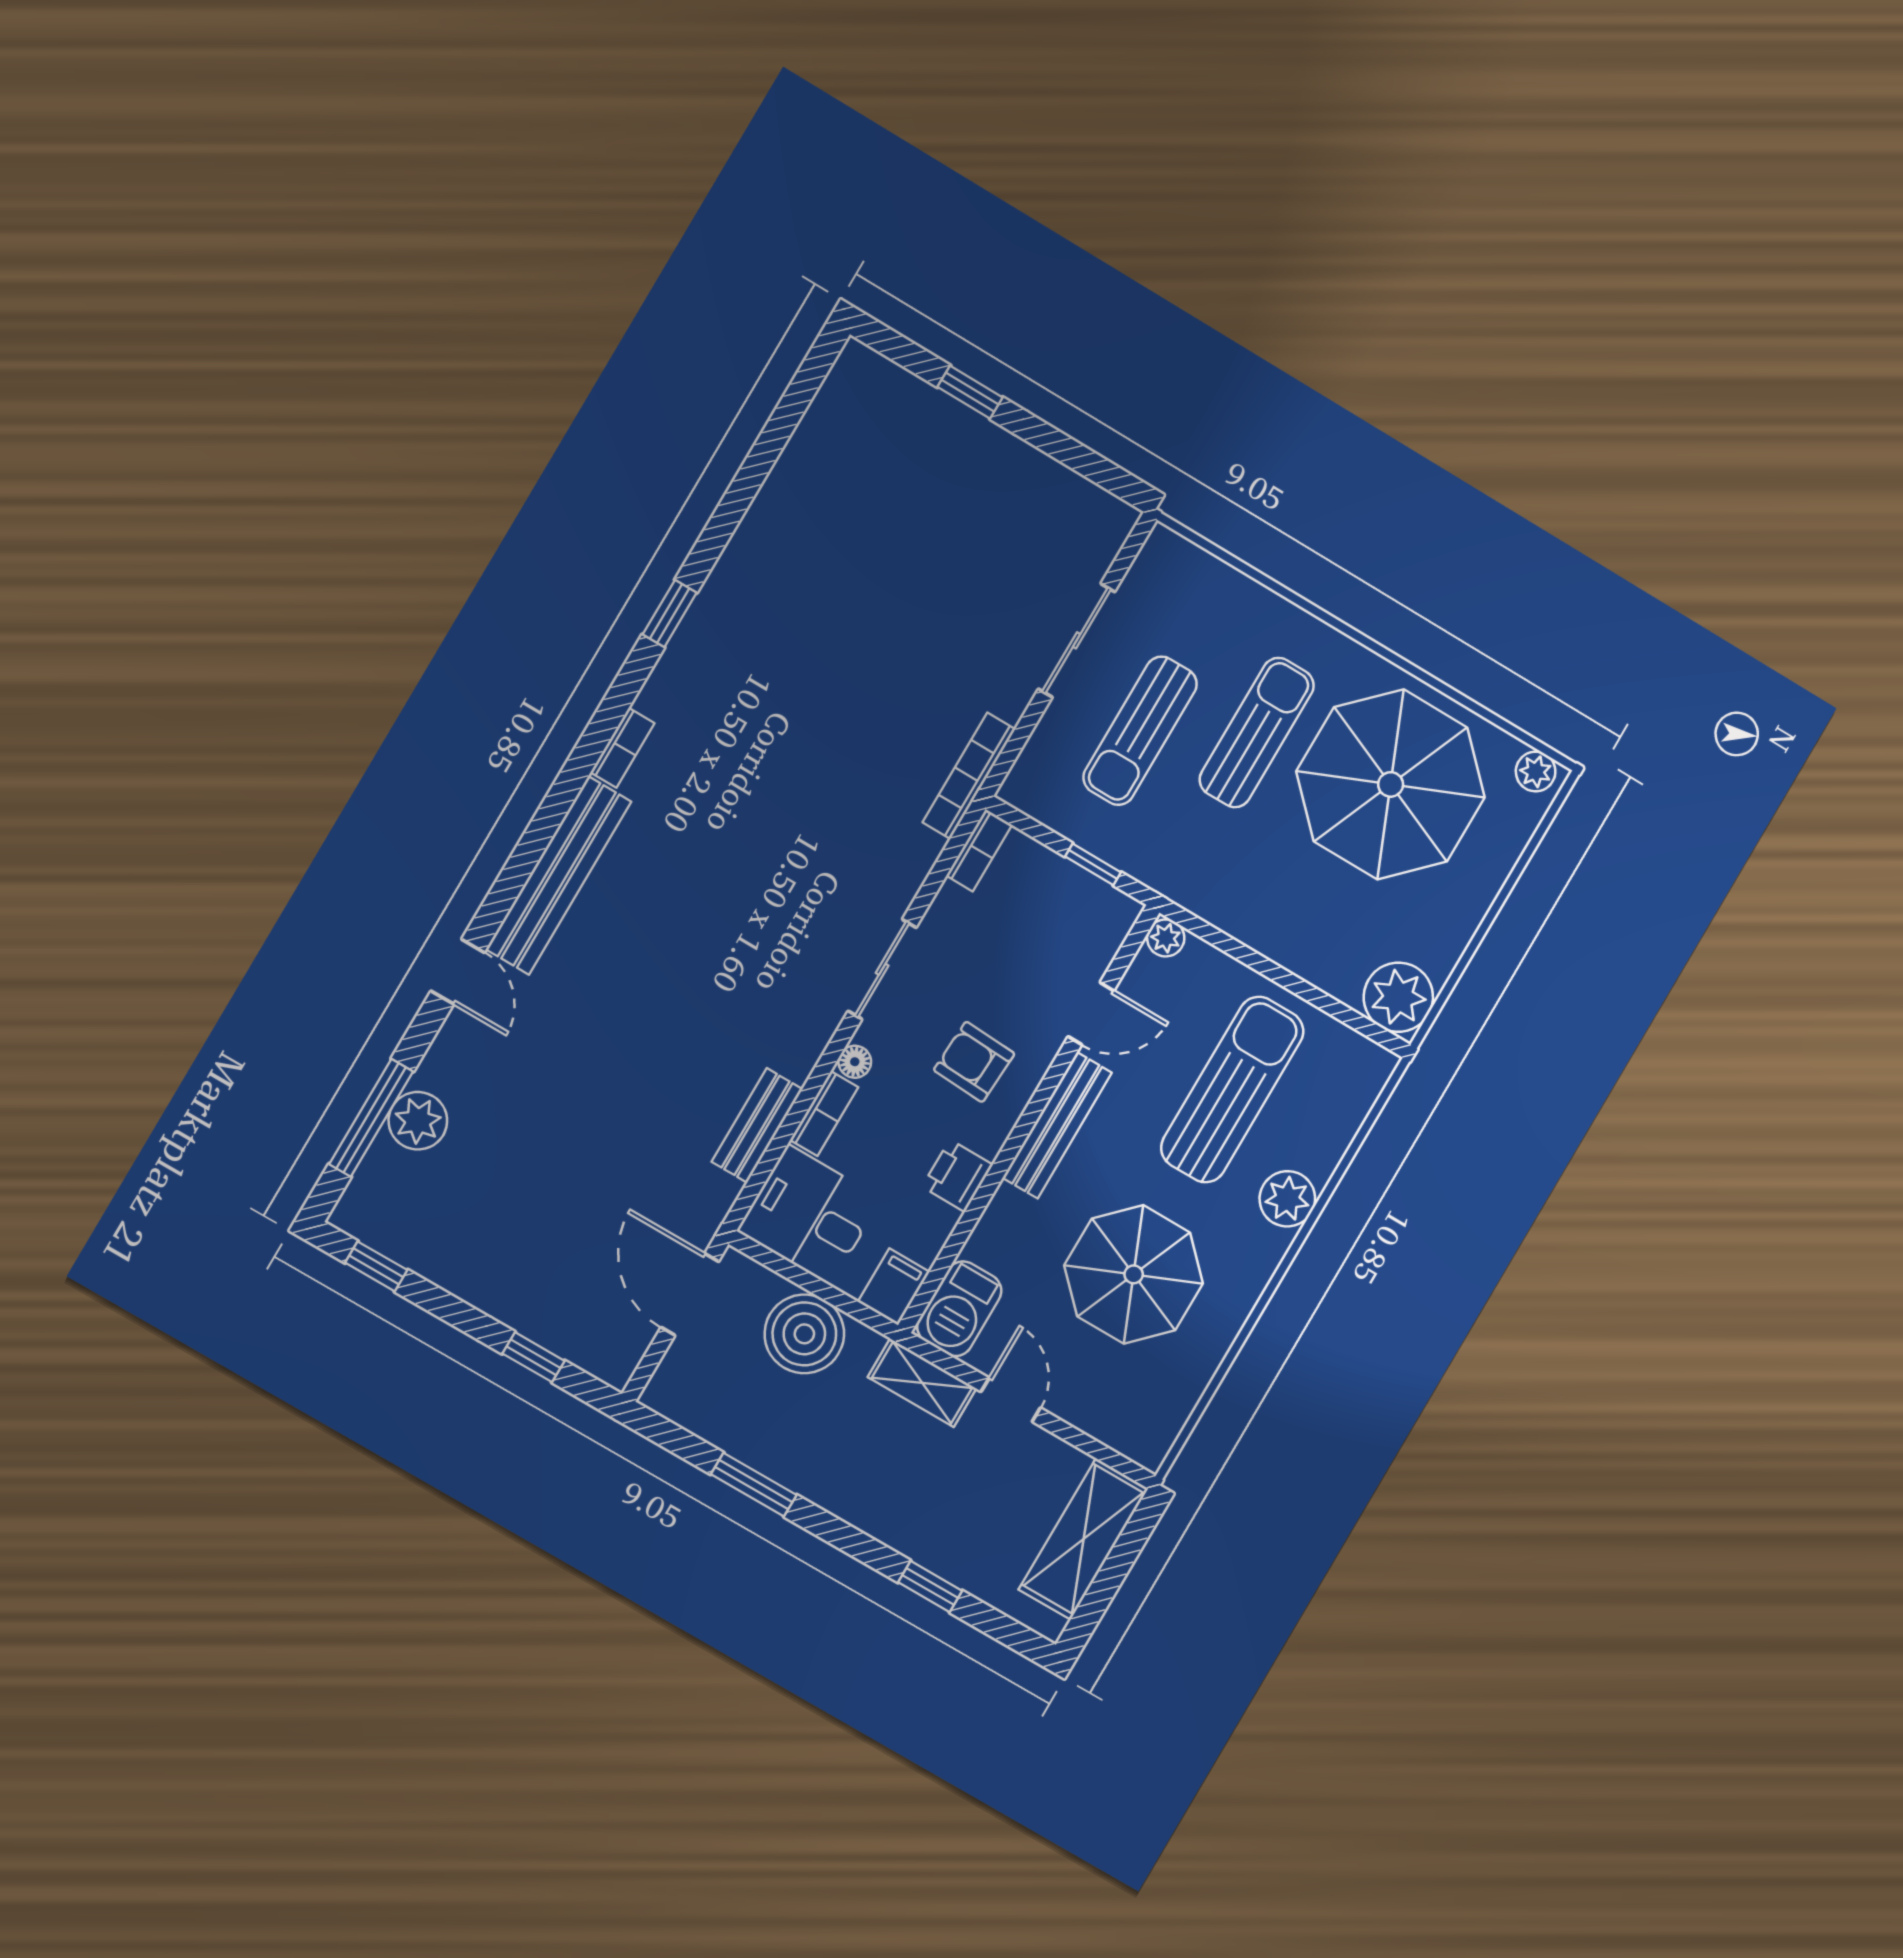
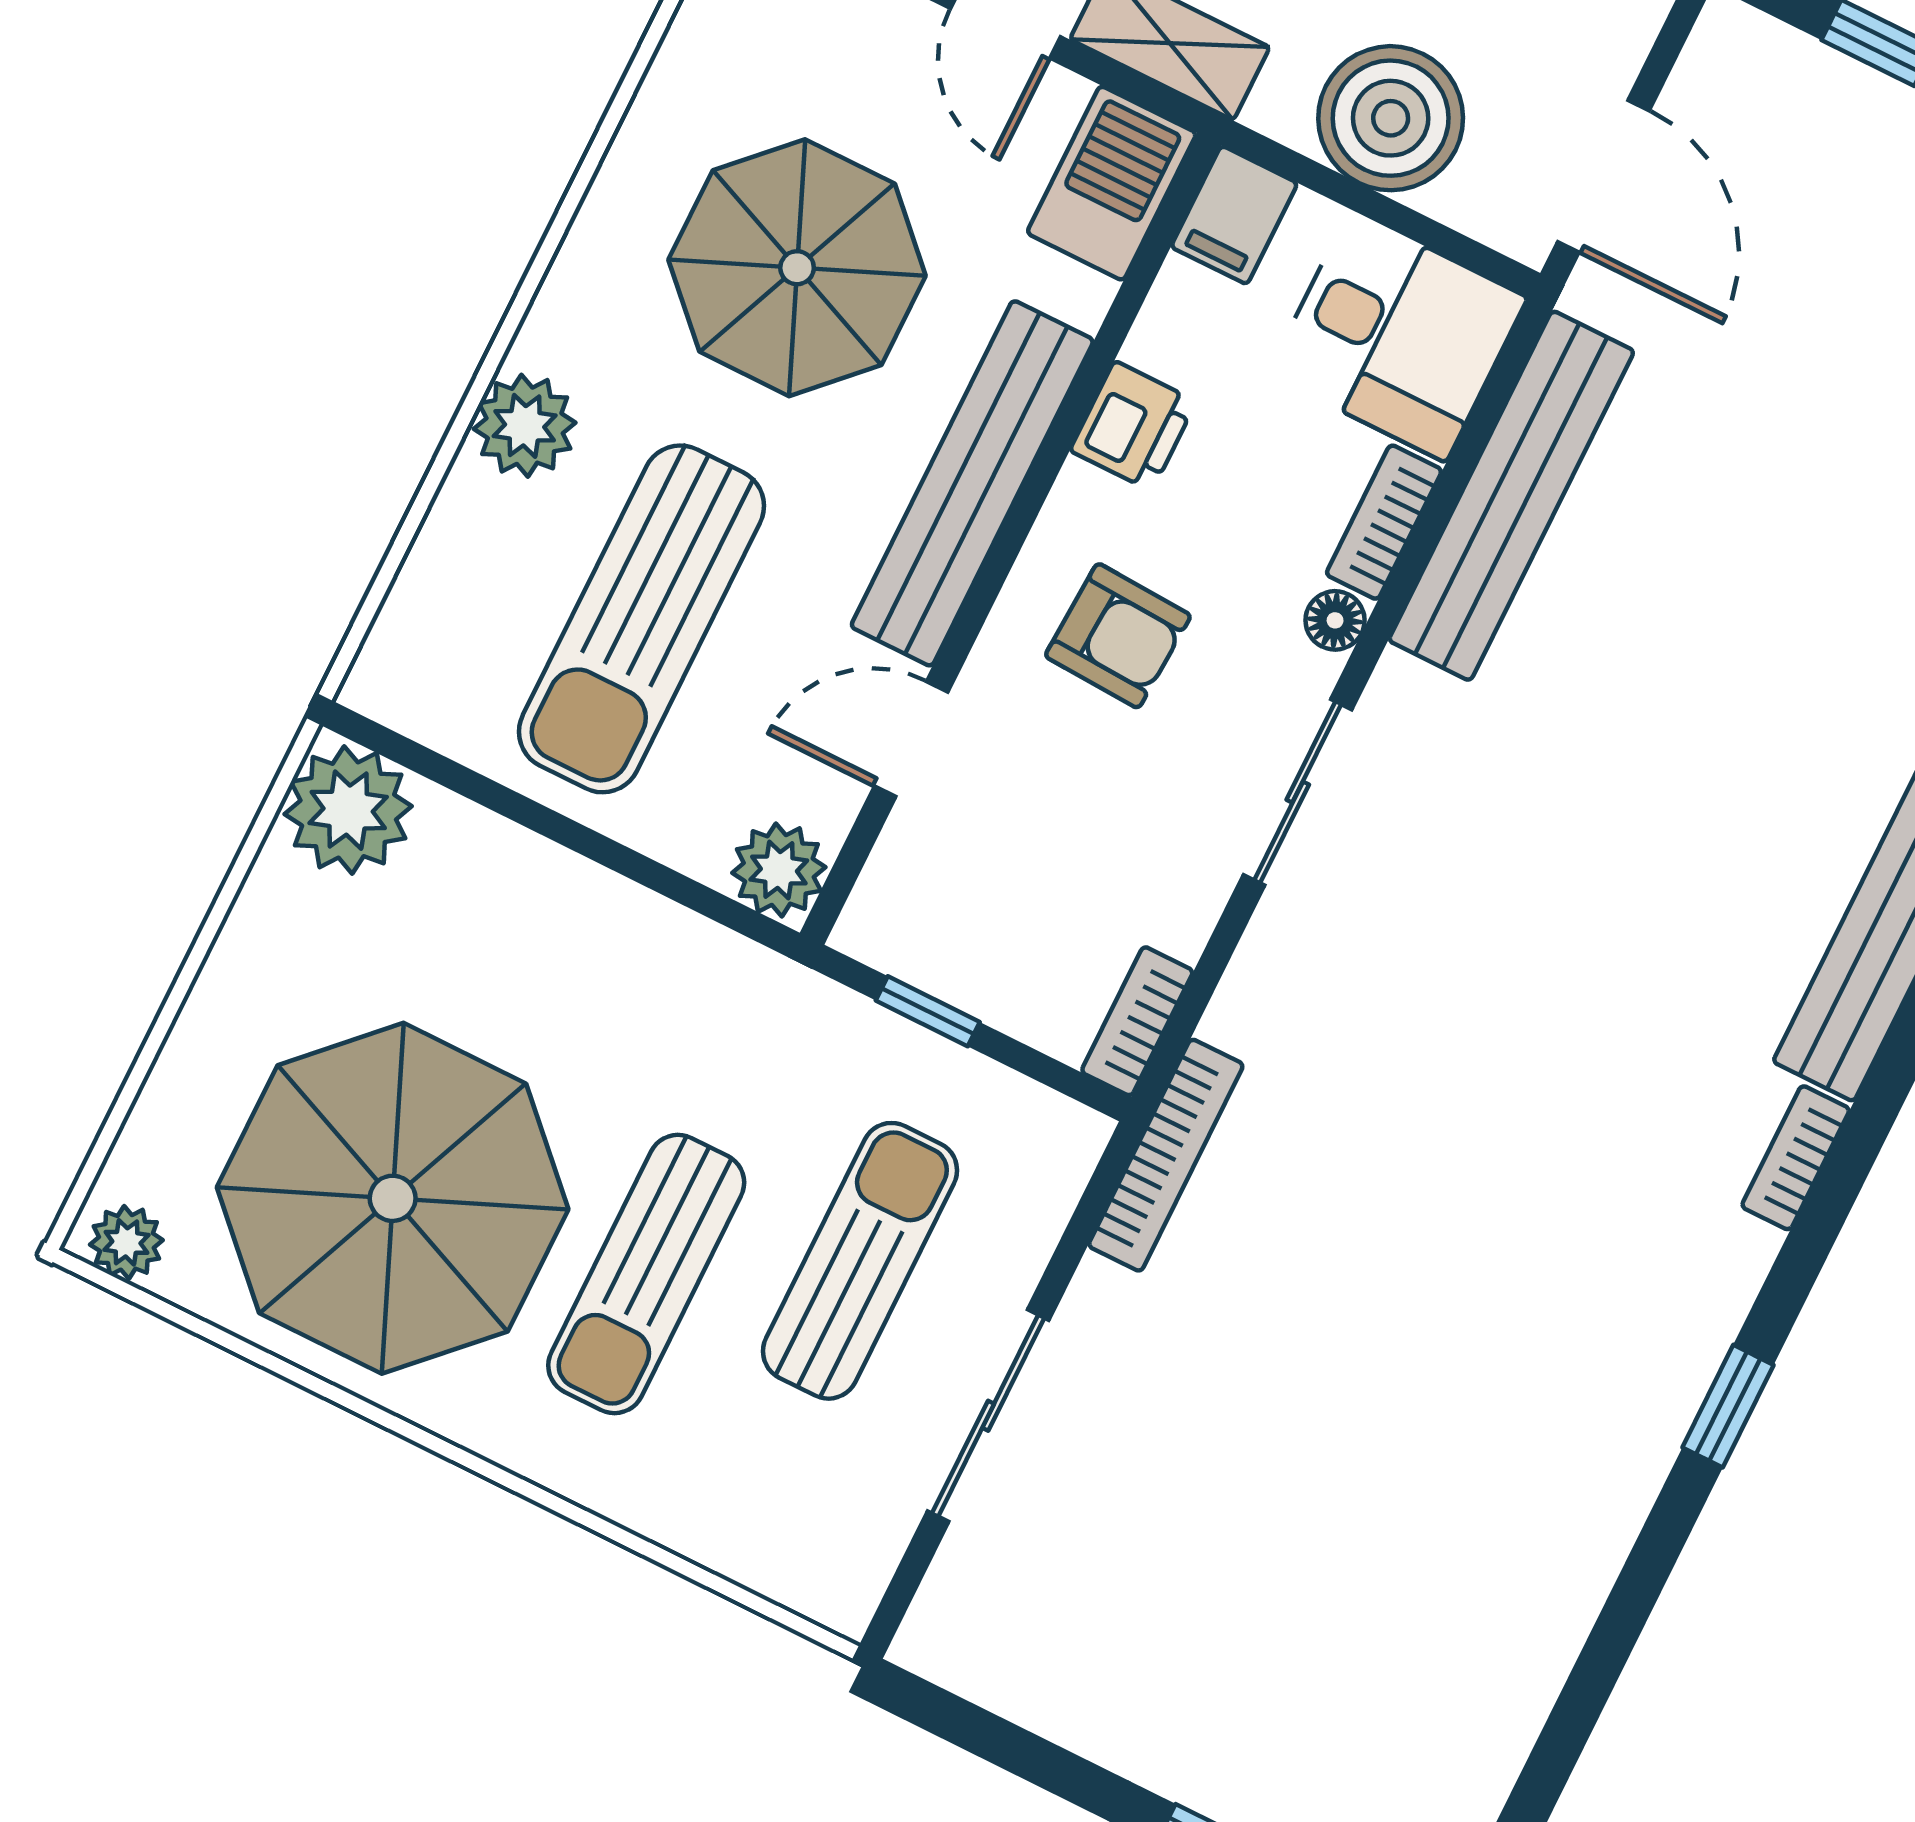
plant: (1166, 938) -> (779, 870), width x1.38, depth x1.38
bench: (757, 1125) -> (1511, 496), width x1.86, depth x1.21
bench: (1057, 1125) -> (972, 483), width x1.37, depth x1.21

